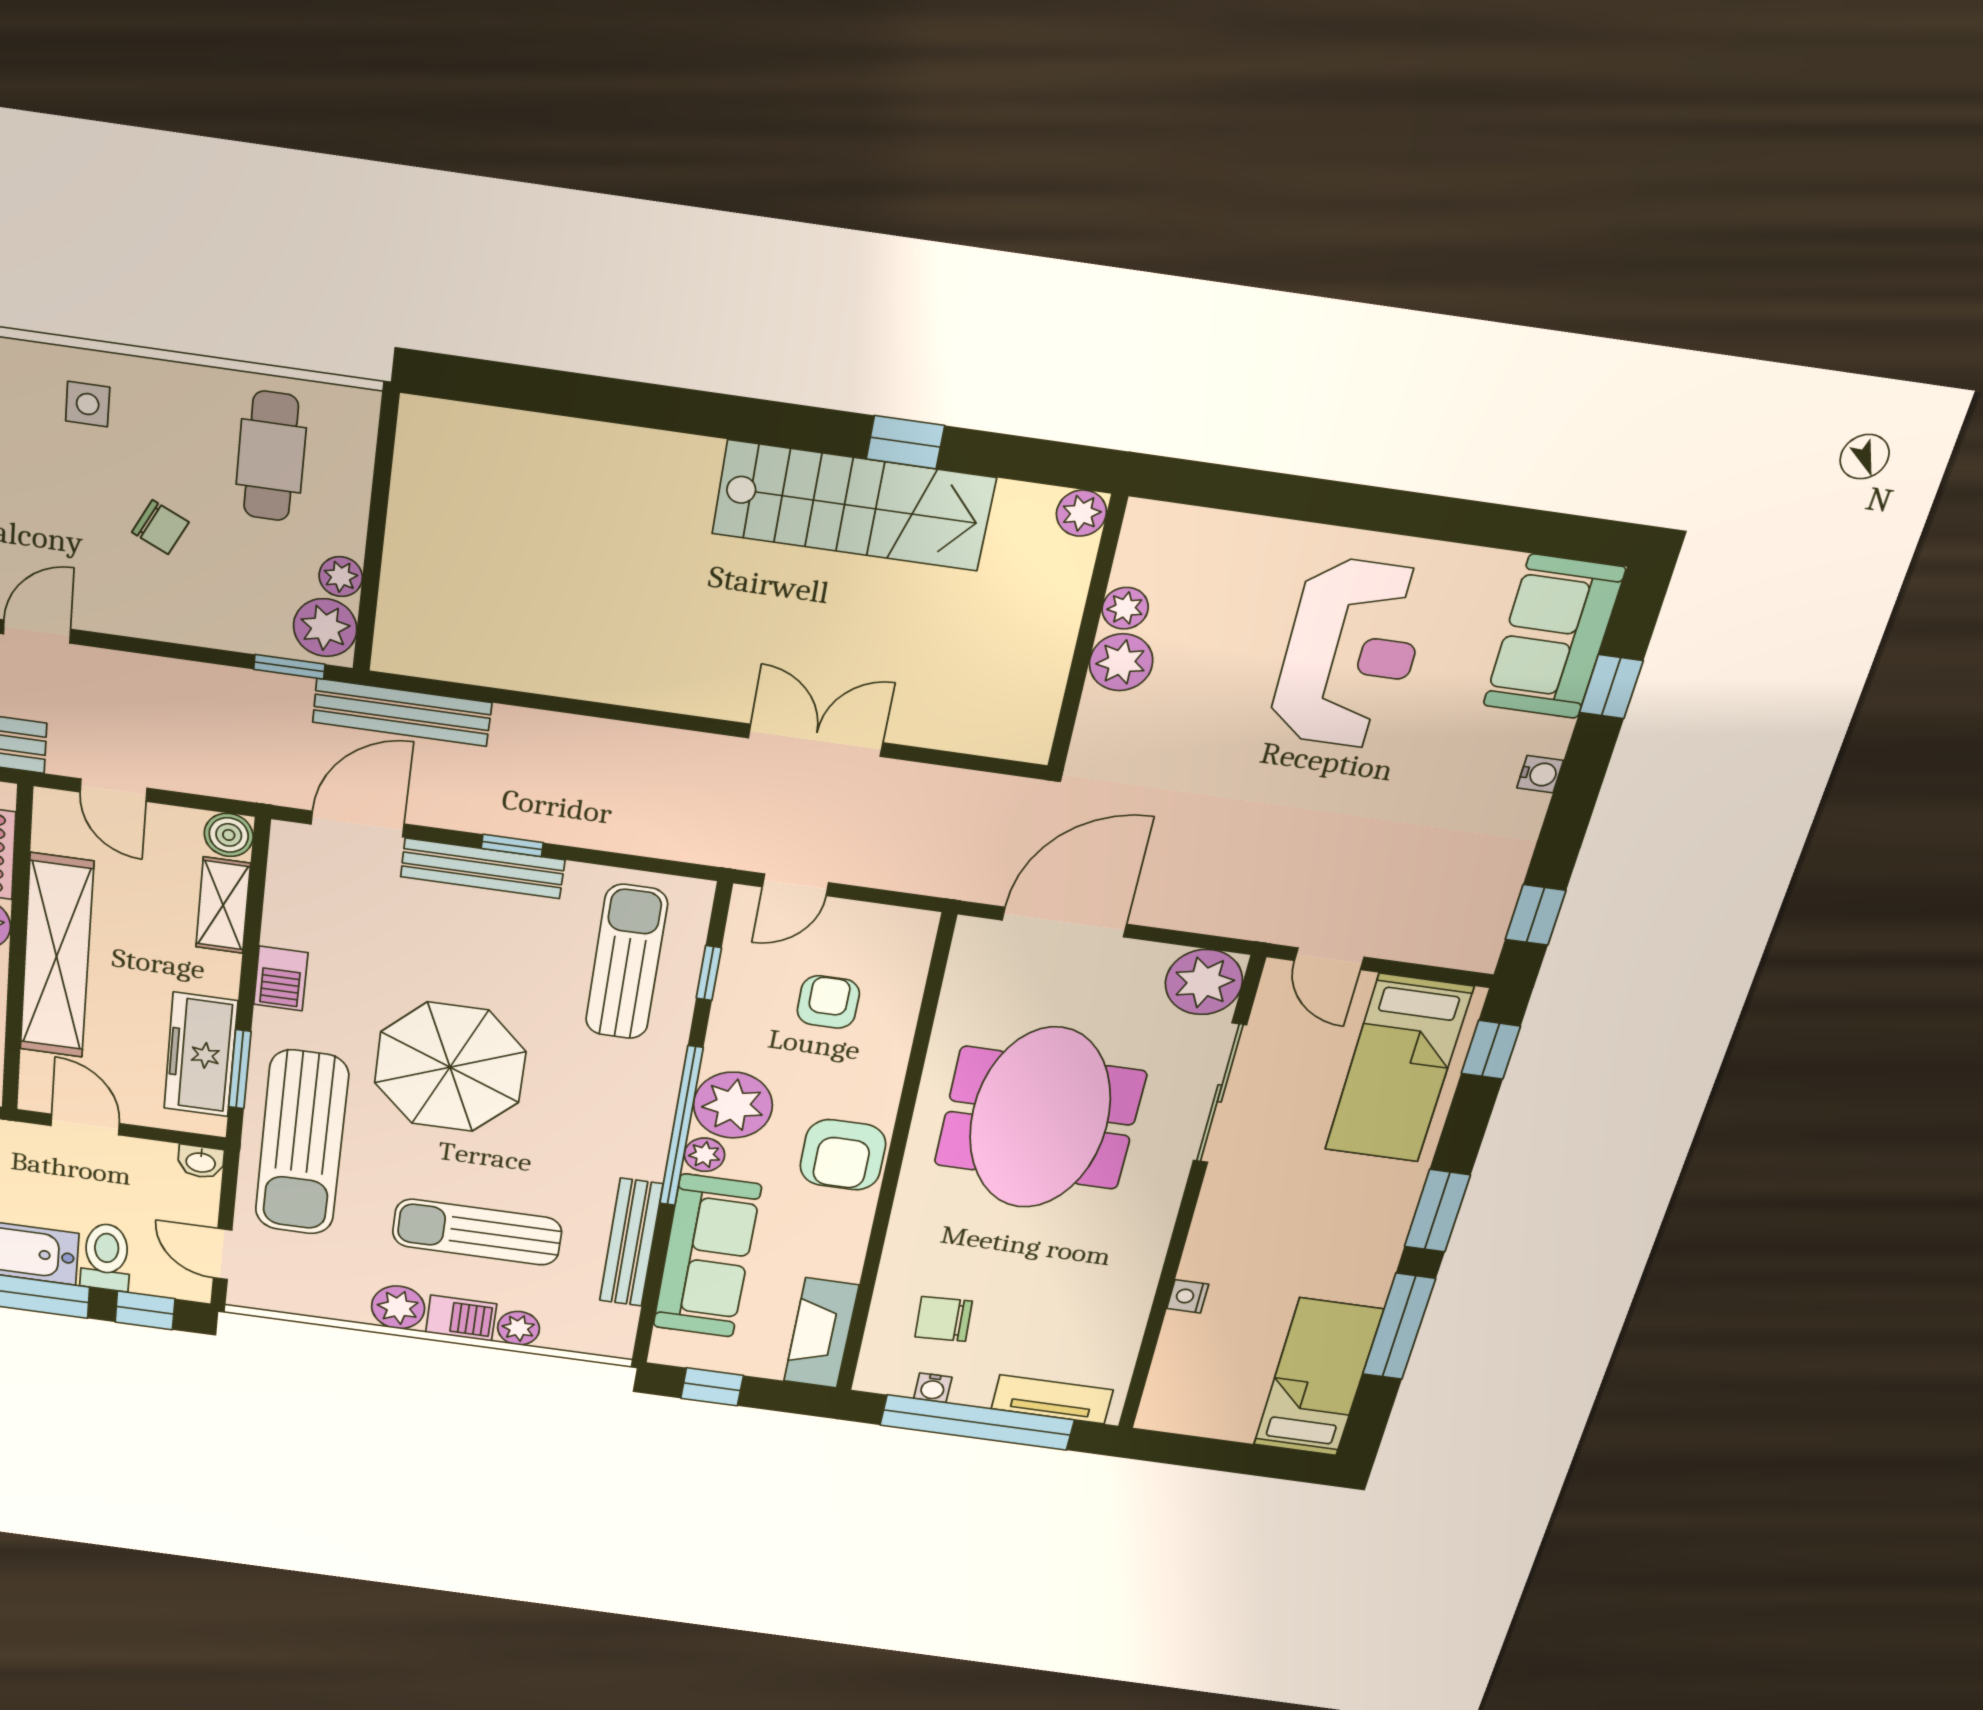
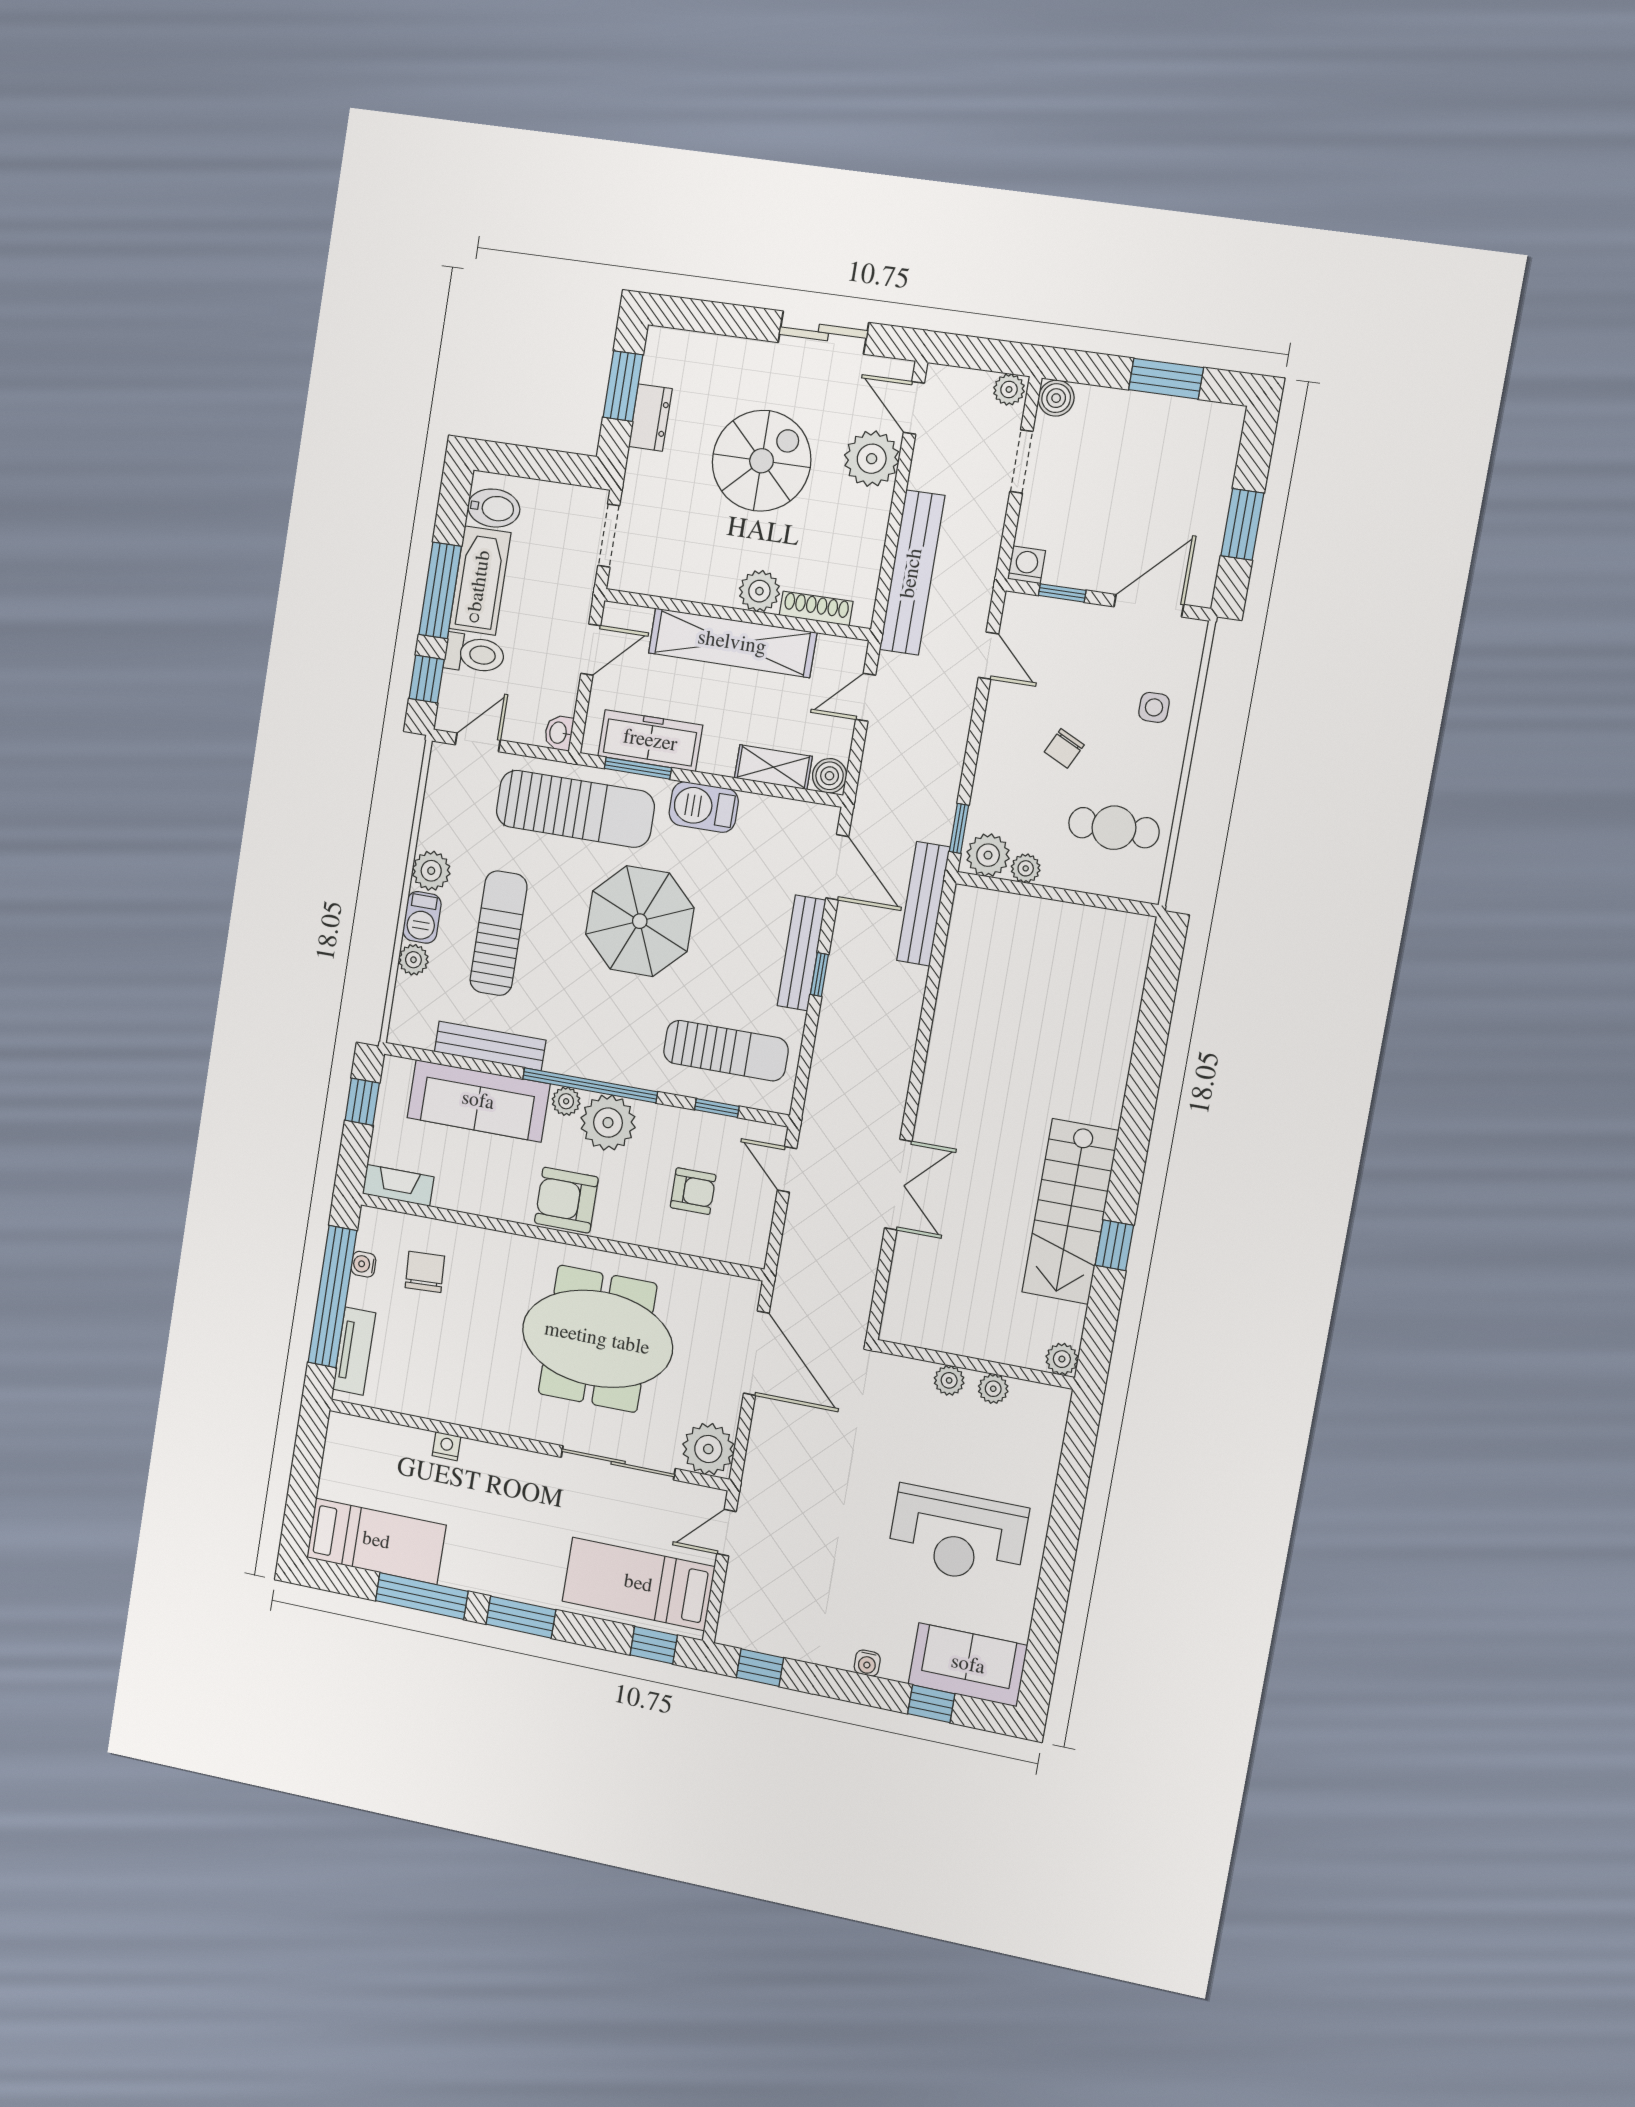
plant: (1121, 662) -> (949, 1380), width x0.73, depth x0.73
barbecue: (281, 979) -> (704, 807), width x1.38, depth x1.27
sun lounger: (302, 1143) -> (575, 809), turned 180
fireplace: (821, 1333) -> (398, 1185), width x0.73, depth x0.76

